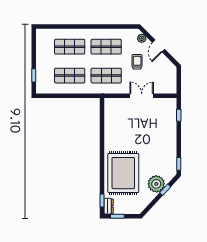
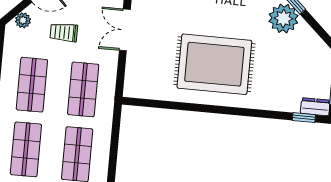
rug: (123, 173) -> (214, 64), moved

